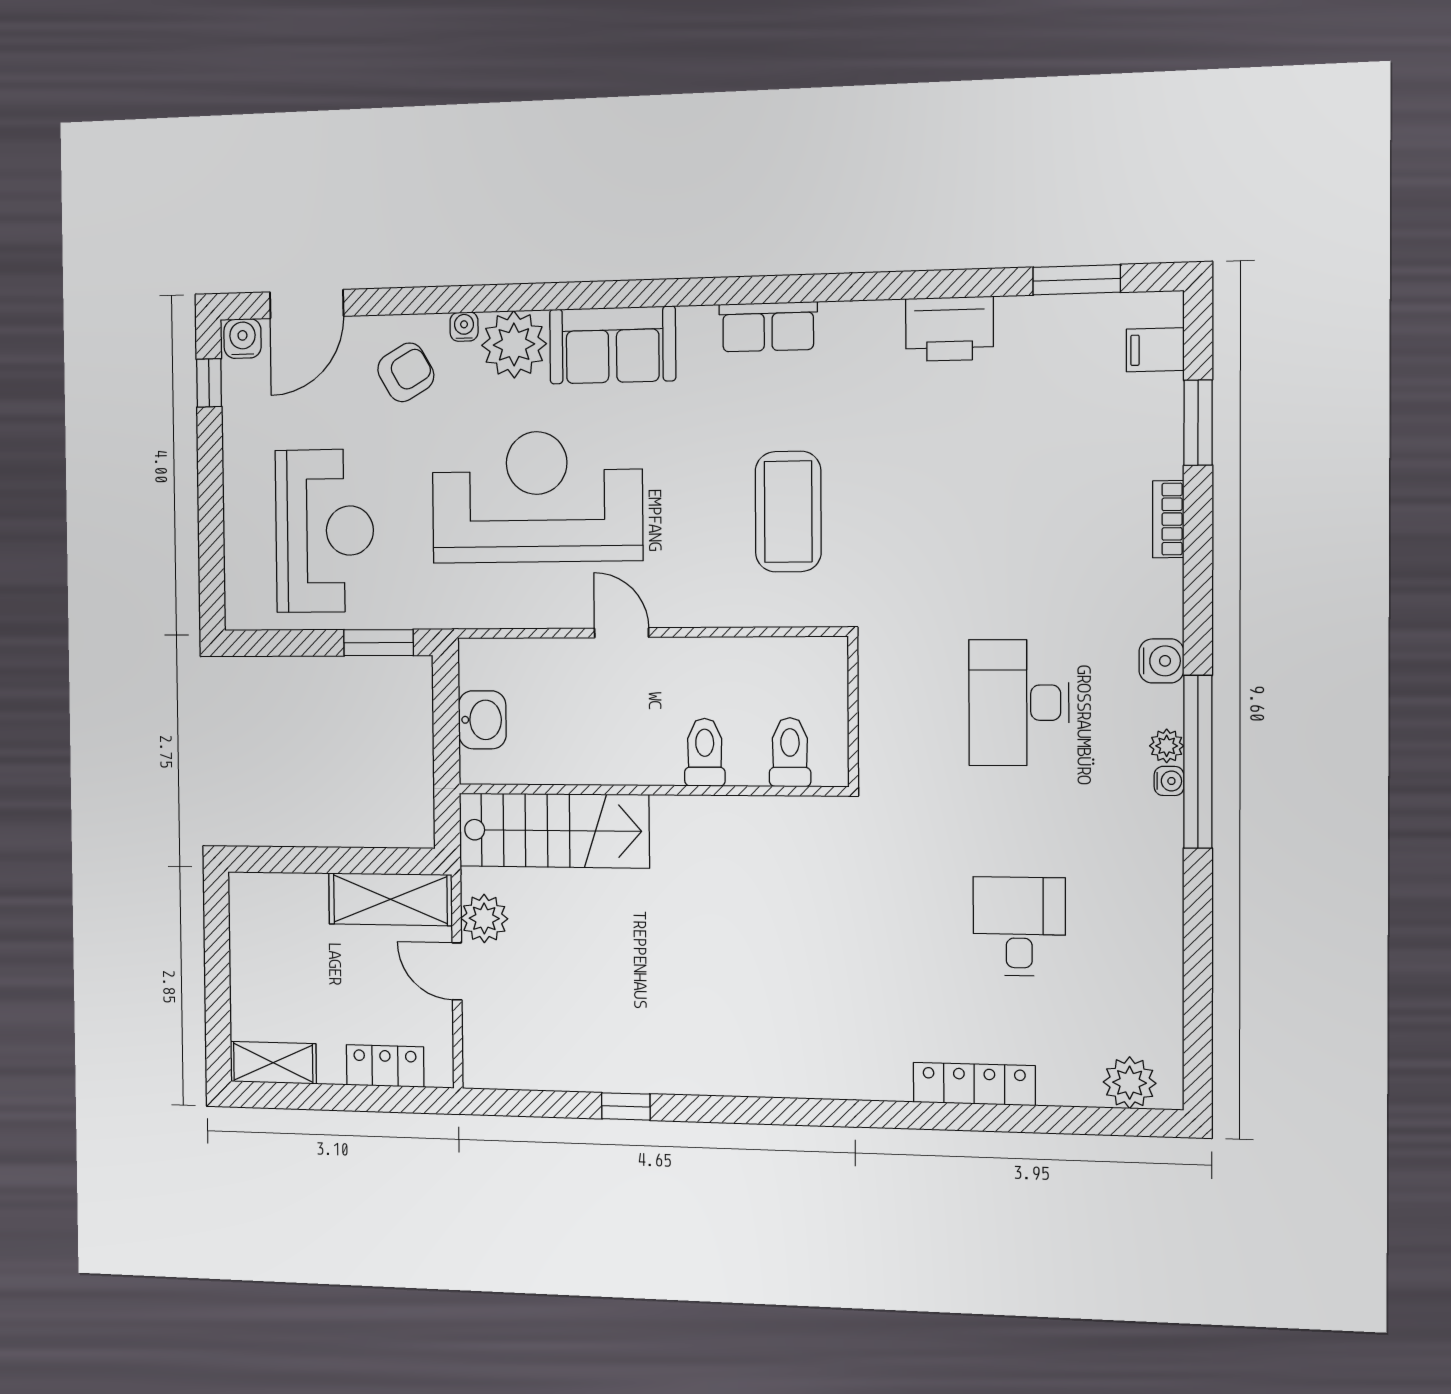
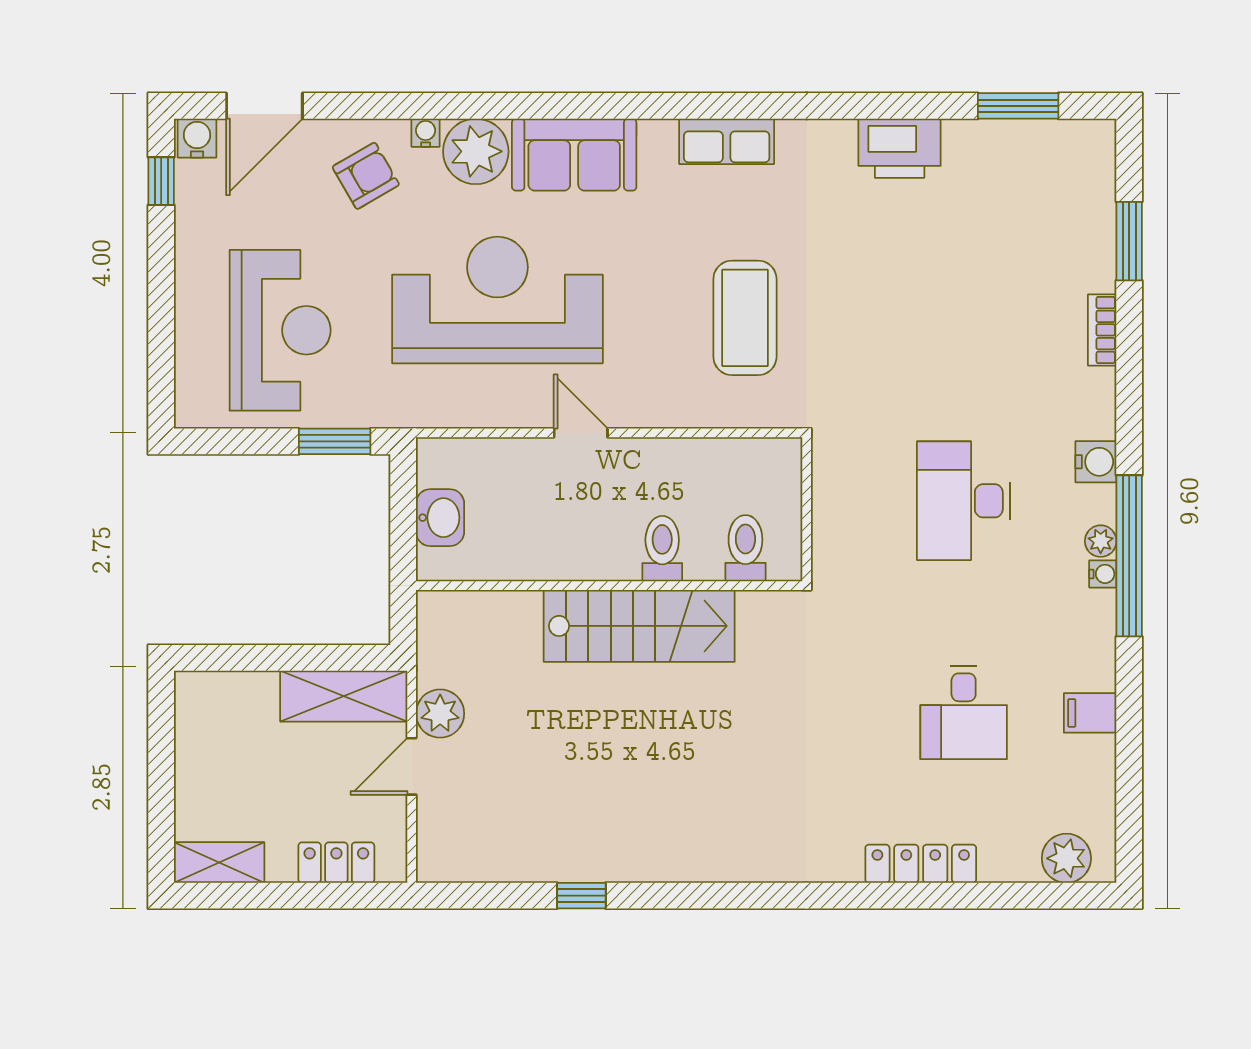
filing cabinet: (1155, 350) -> (1090, 713), moved
stairs: (554, 830) -> (639, 626), moved
desk: (1019, 926) -> (964, 713), turned 180
door: (457, 971) -> (412, 766), hinge flipped

